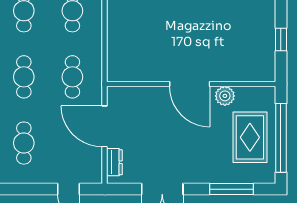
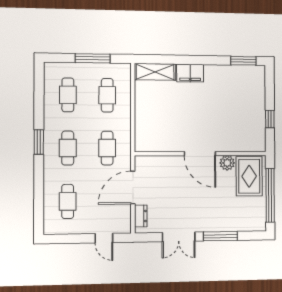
door: (104, 126) -> (133, 187), hinge flipped
rug: (250, 137) -> (249, 176), moved
window: (232, 189) -> (220, 236), moved

